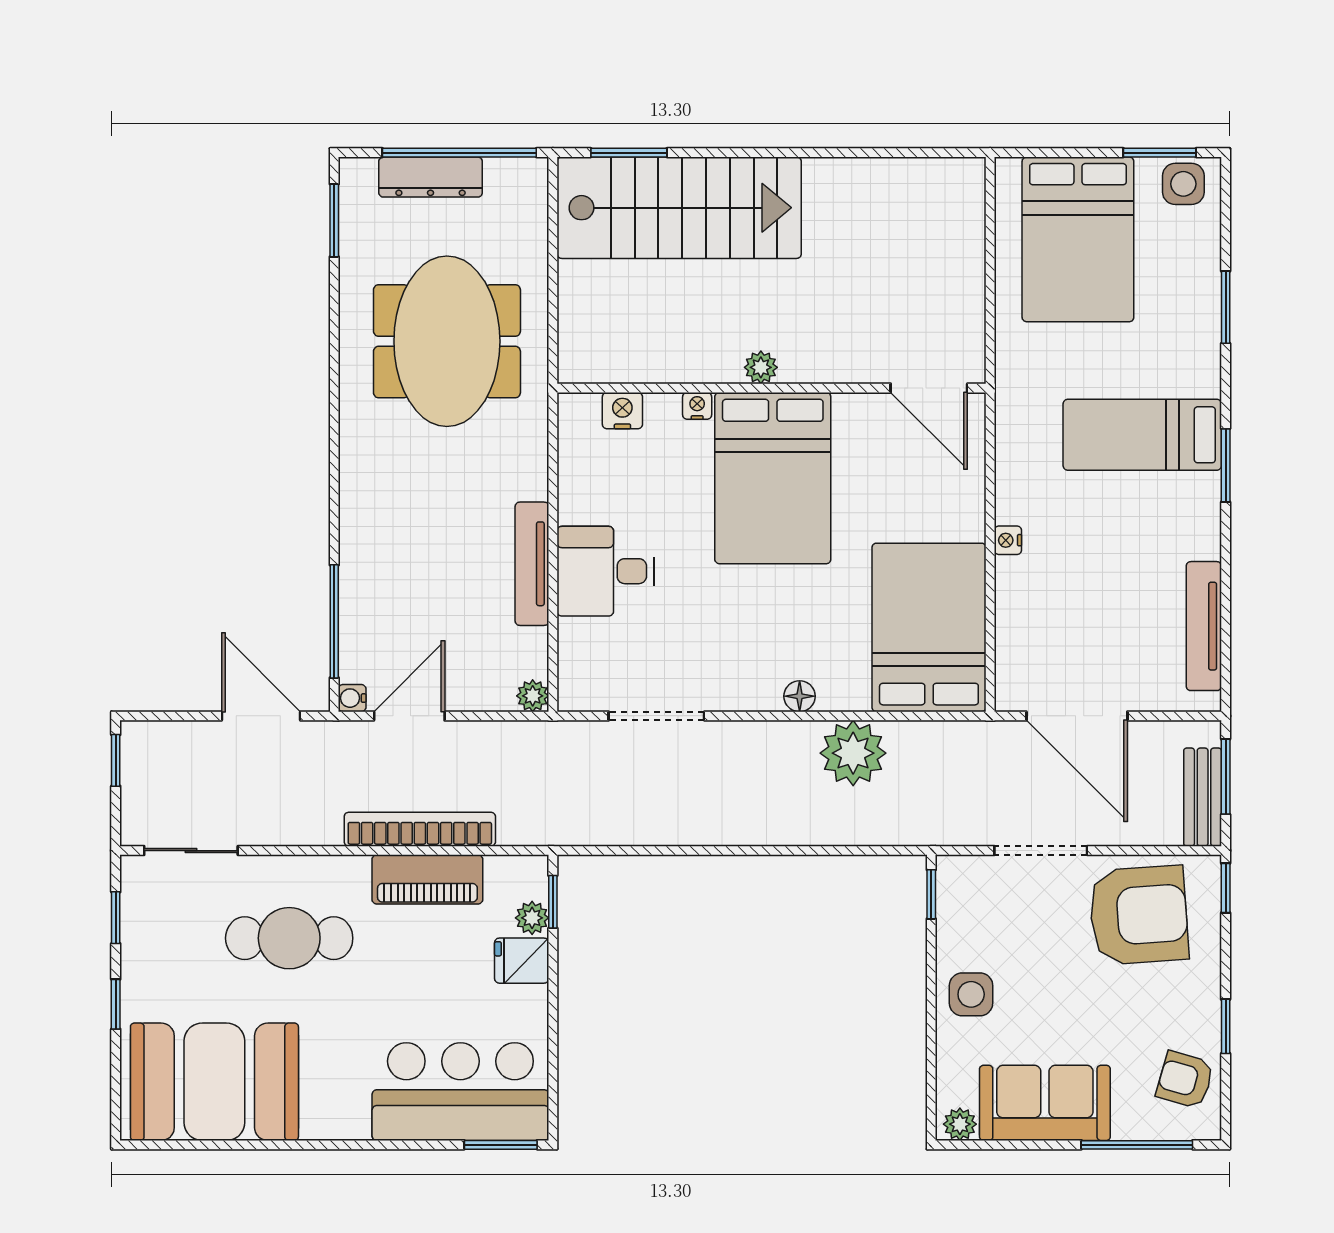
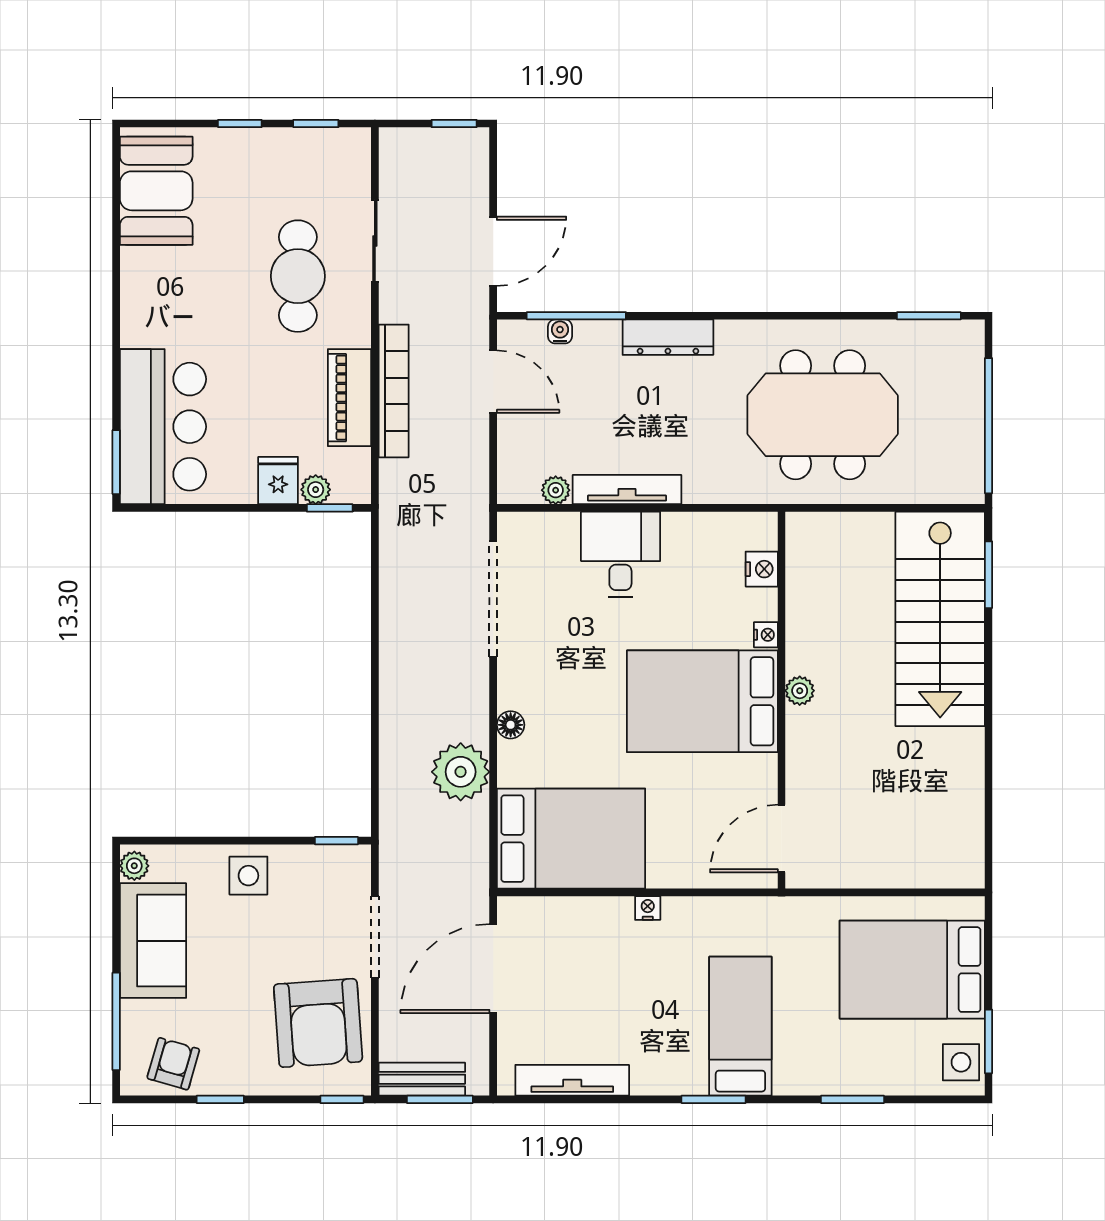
dresser: (431, 177) -> (668, 337), moved, turned -90
plant: (533, 696) -> (556, 490), moved
water cooler: (352, 698) -> (560, 331), moved
doorway: (656, 716) -> (493, 599), width x1.36
sliding door: (191, 851) -> (375, 241), moved
booth: (214, 1082) -> (156, 191), width x0.73, depth x0.70

